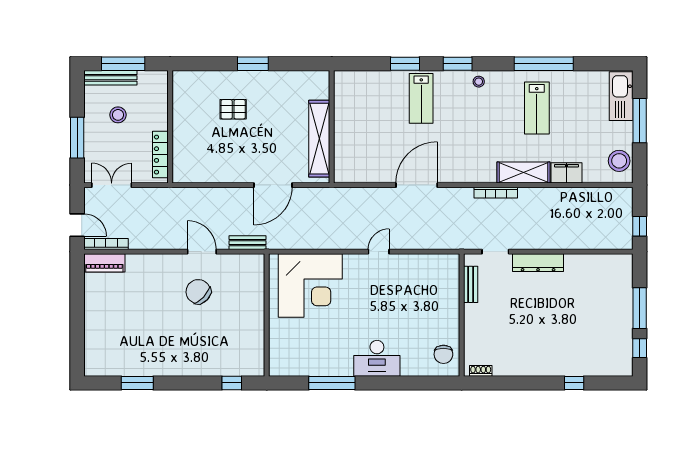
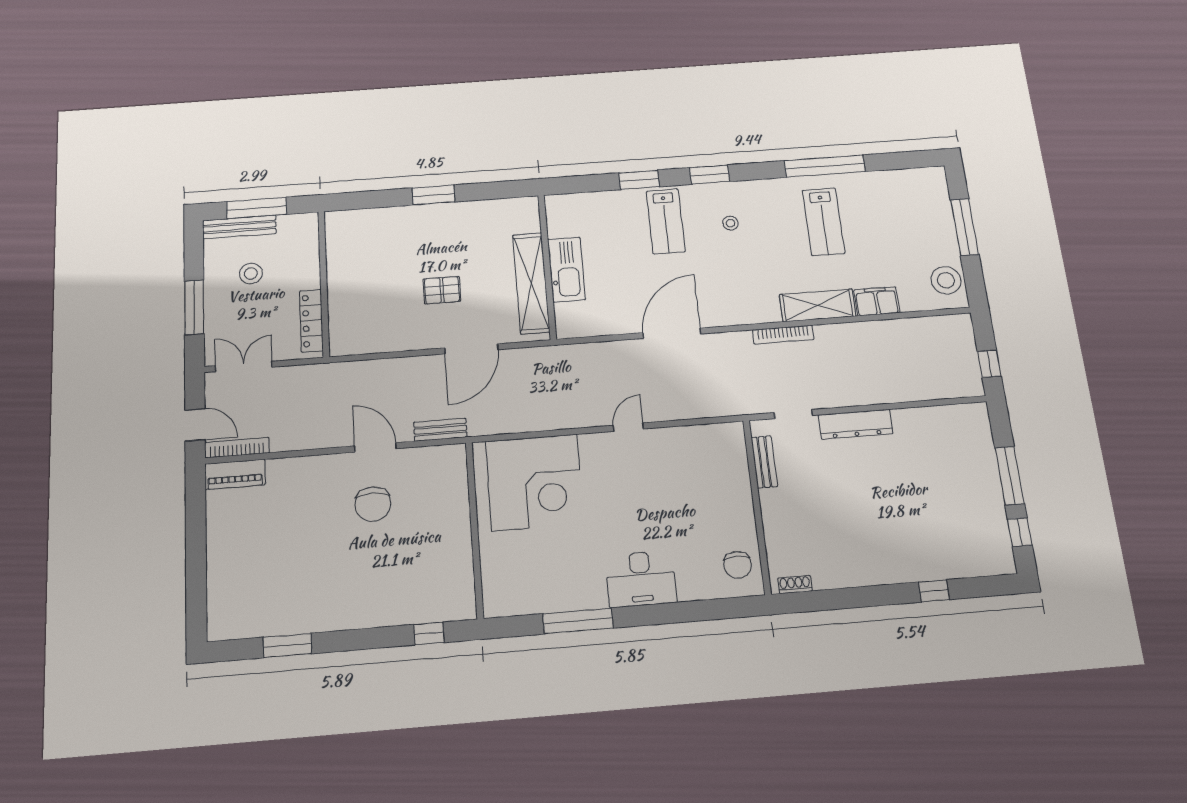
stool: (479, 82) -> (730, 223), moved
kitchen sink: (621, 96) -> (566, 269), moved, turned 180
pallet: (233, 109) -> (442, 290), moved
chair: (198, 292) -> (373, 504), turned -133

